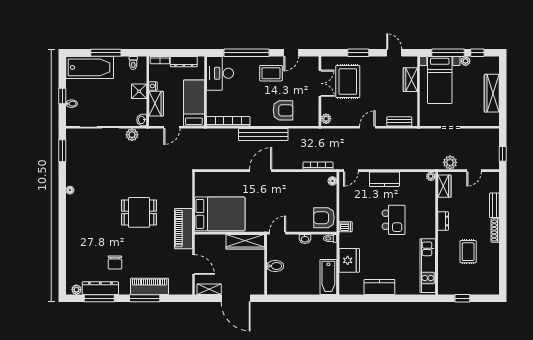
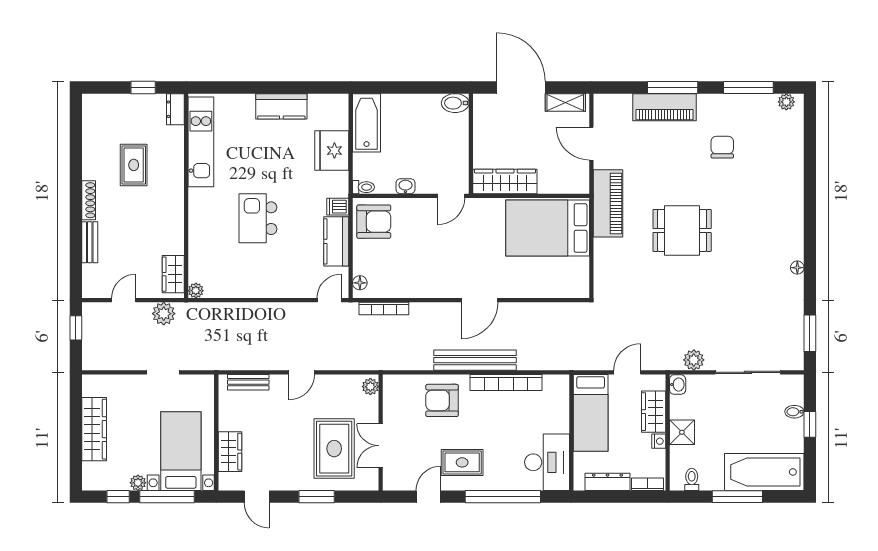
bookcase: (228, 121) -> (506, 382), moved
kitchen counter: (384, 179) -> (336, 241), moved, turned -90
dresser: (443, 221) -> (175, 109), moved
bidet: (275, 266) -> (455, 103), moved
dresser: (100, 288) -> (746, 104), removed

